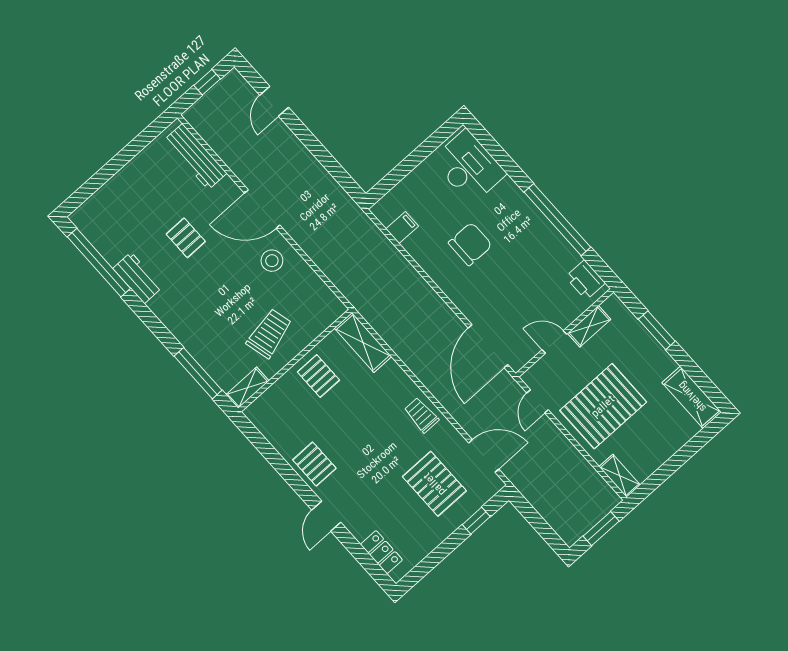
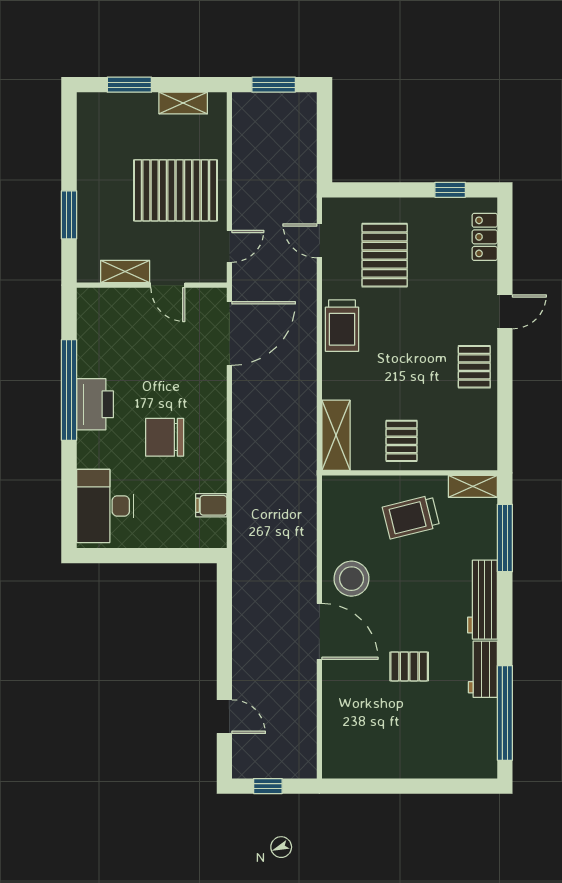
door: (274, 101) -> (224, 717), hinge flipped
workbench: (195, 157) -> (483, 600), moved, turned 180
pallet: (186, 238) -> (409, 666), turned 90
stool: (272, 261) -> (351, 579), width x1.38, depth x1.38
printer: (585, 280) -> (95, 404), moved, width x1.37, depth x1.19
shelving: (692, 397) -> (91, 128), removed
trolley: (421, 415) -> (342, 326), width x1.36, depth x1.39
window: (692, 447) -> (129, 85), added
door: (484, 456) -> (319, 241), width x0.73
shelving: (620, 476) -> (183, 103), moved, turned 90
window: (476, 521) -> (450, 190), moved

